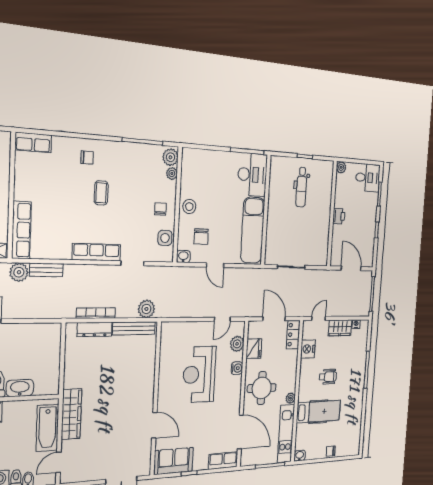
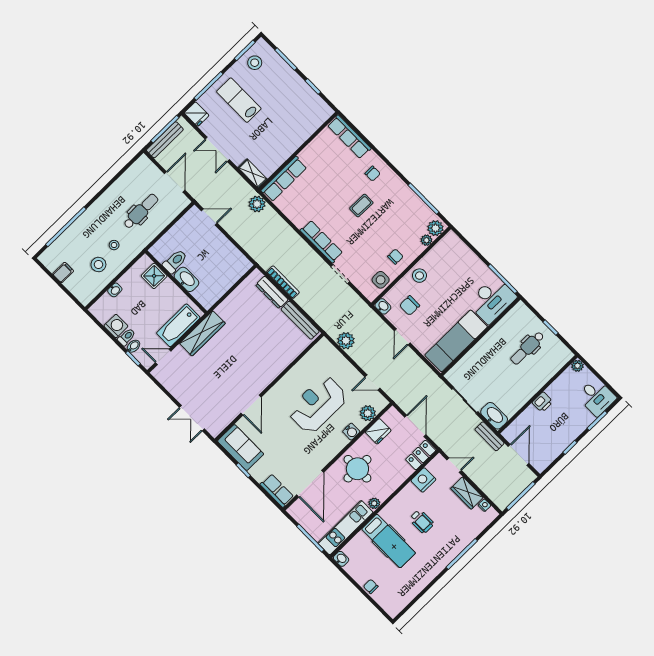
row of seats: (33, 142) -> (349, 137), width x1.48
washbasin: (317, 258) -> (494, 416), added
bench: (46, 270) -> (489, 436), moved
plant: (146, 309) -> (346, 341), moved

